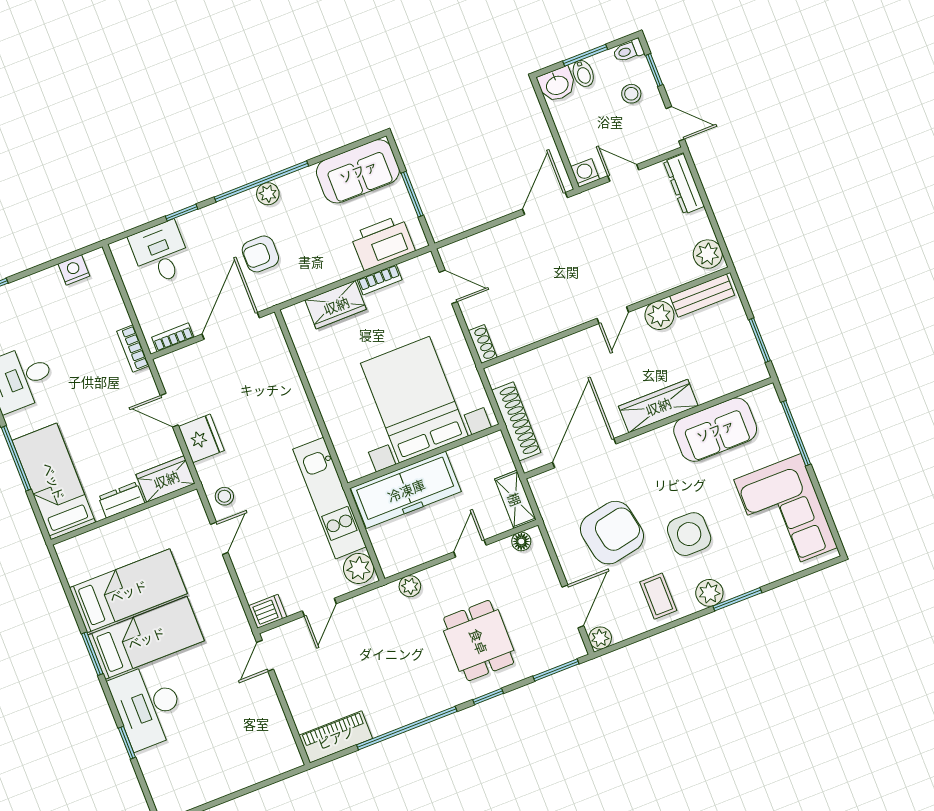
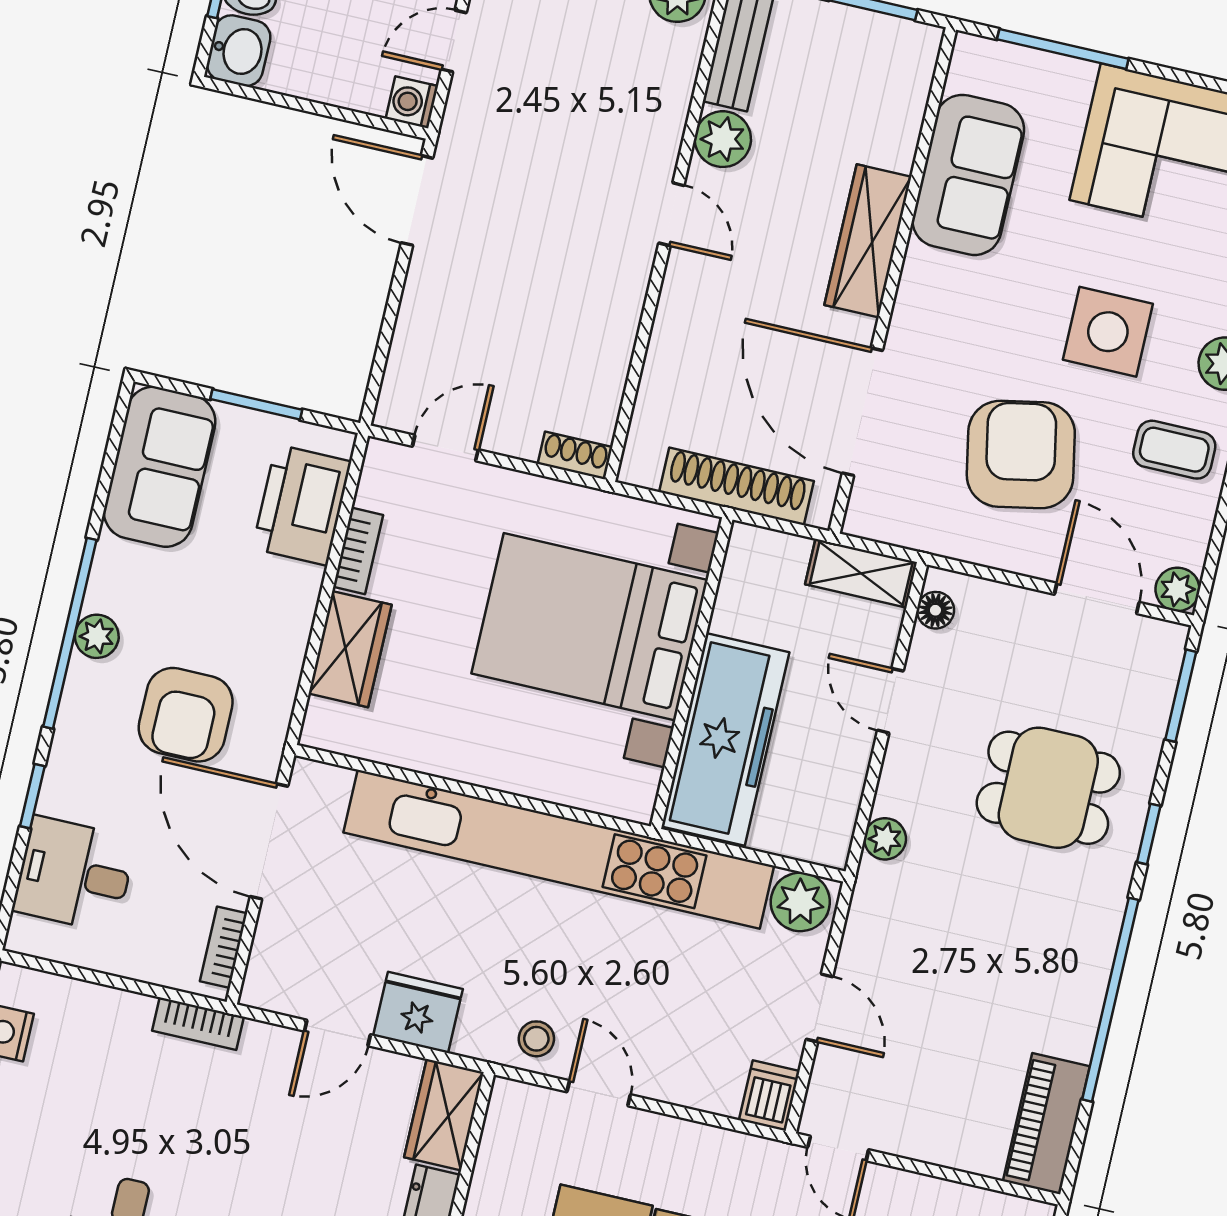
armchair: (260, 254) -> (186, 715), width x1.38, depth x1.38
kitchen unit: (330, 498) -> (559, 849), width x1.86

